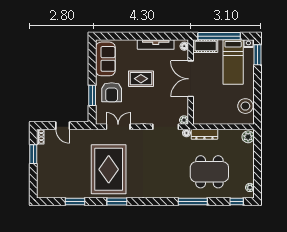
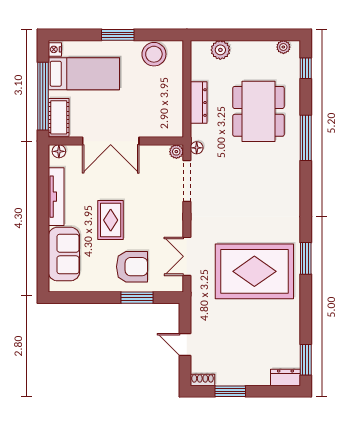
window: (258, 55) -> (118, 35), moved
sofa: (105, 59) -> (64, 254), moved, turned 90
door: (63, 126) -> (185, 345), swing flipped
dresser: (204, 134) -> (199, 103), moved
plant: (248, 137) -> (220, 50), moved
dresser: (42, 189) -> (285, 377), added
window: (75, 202) -> (306, 360), moved

